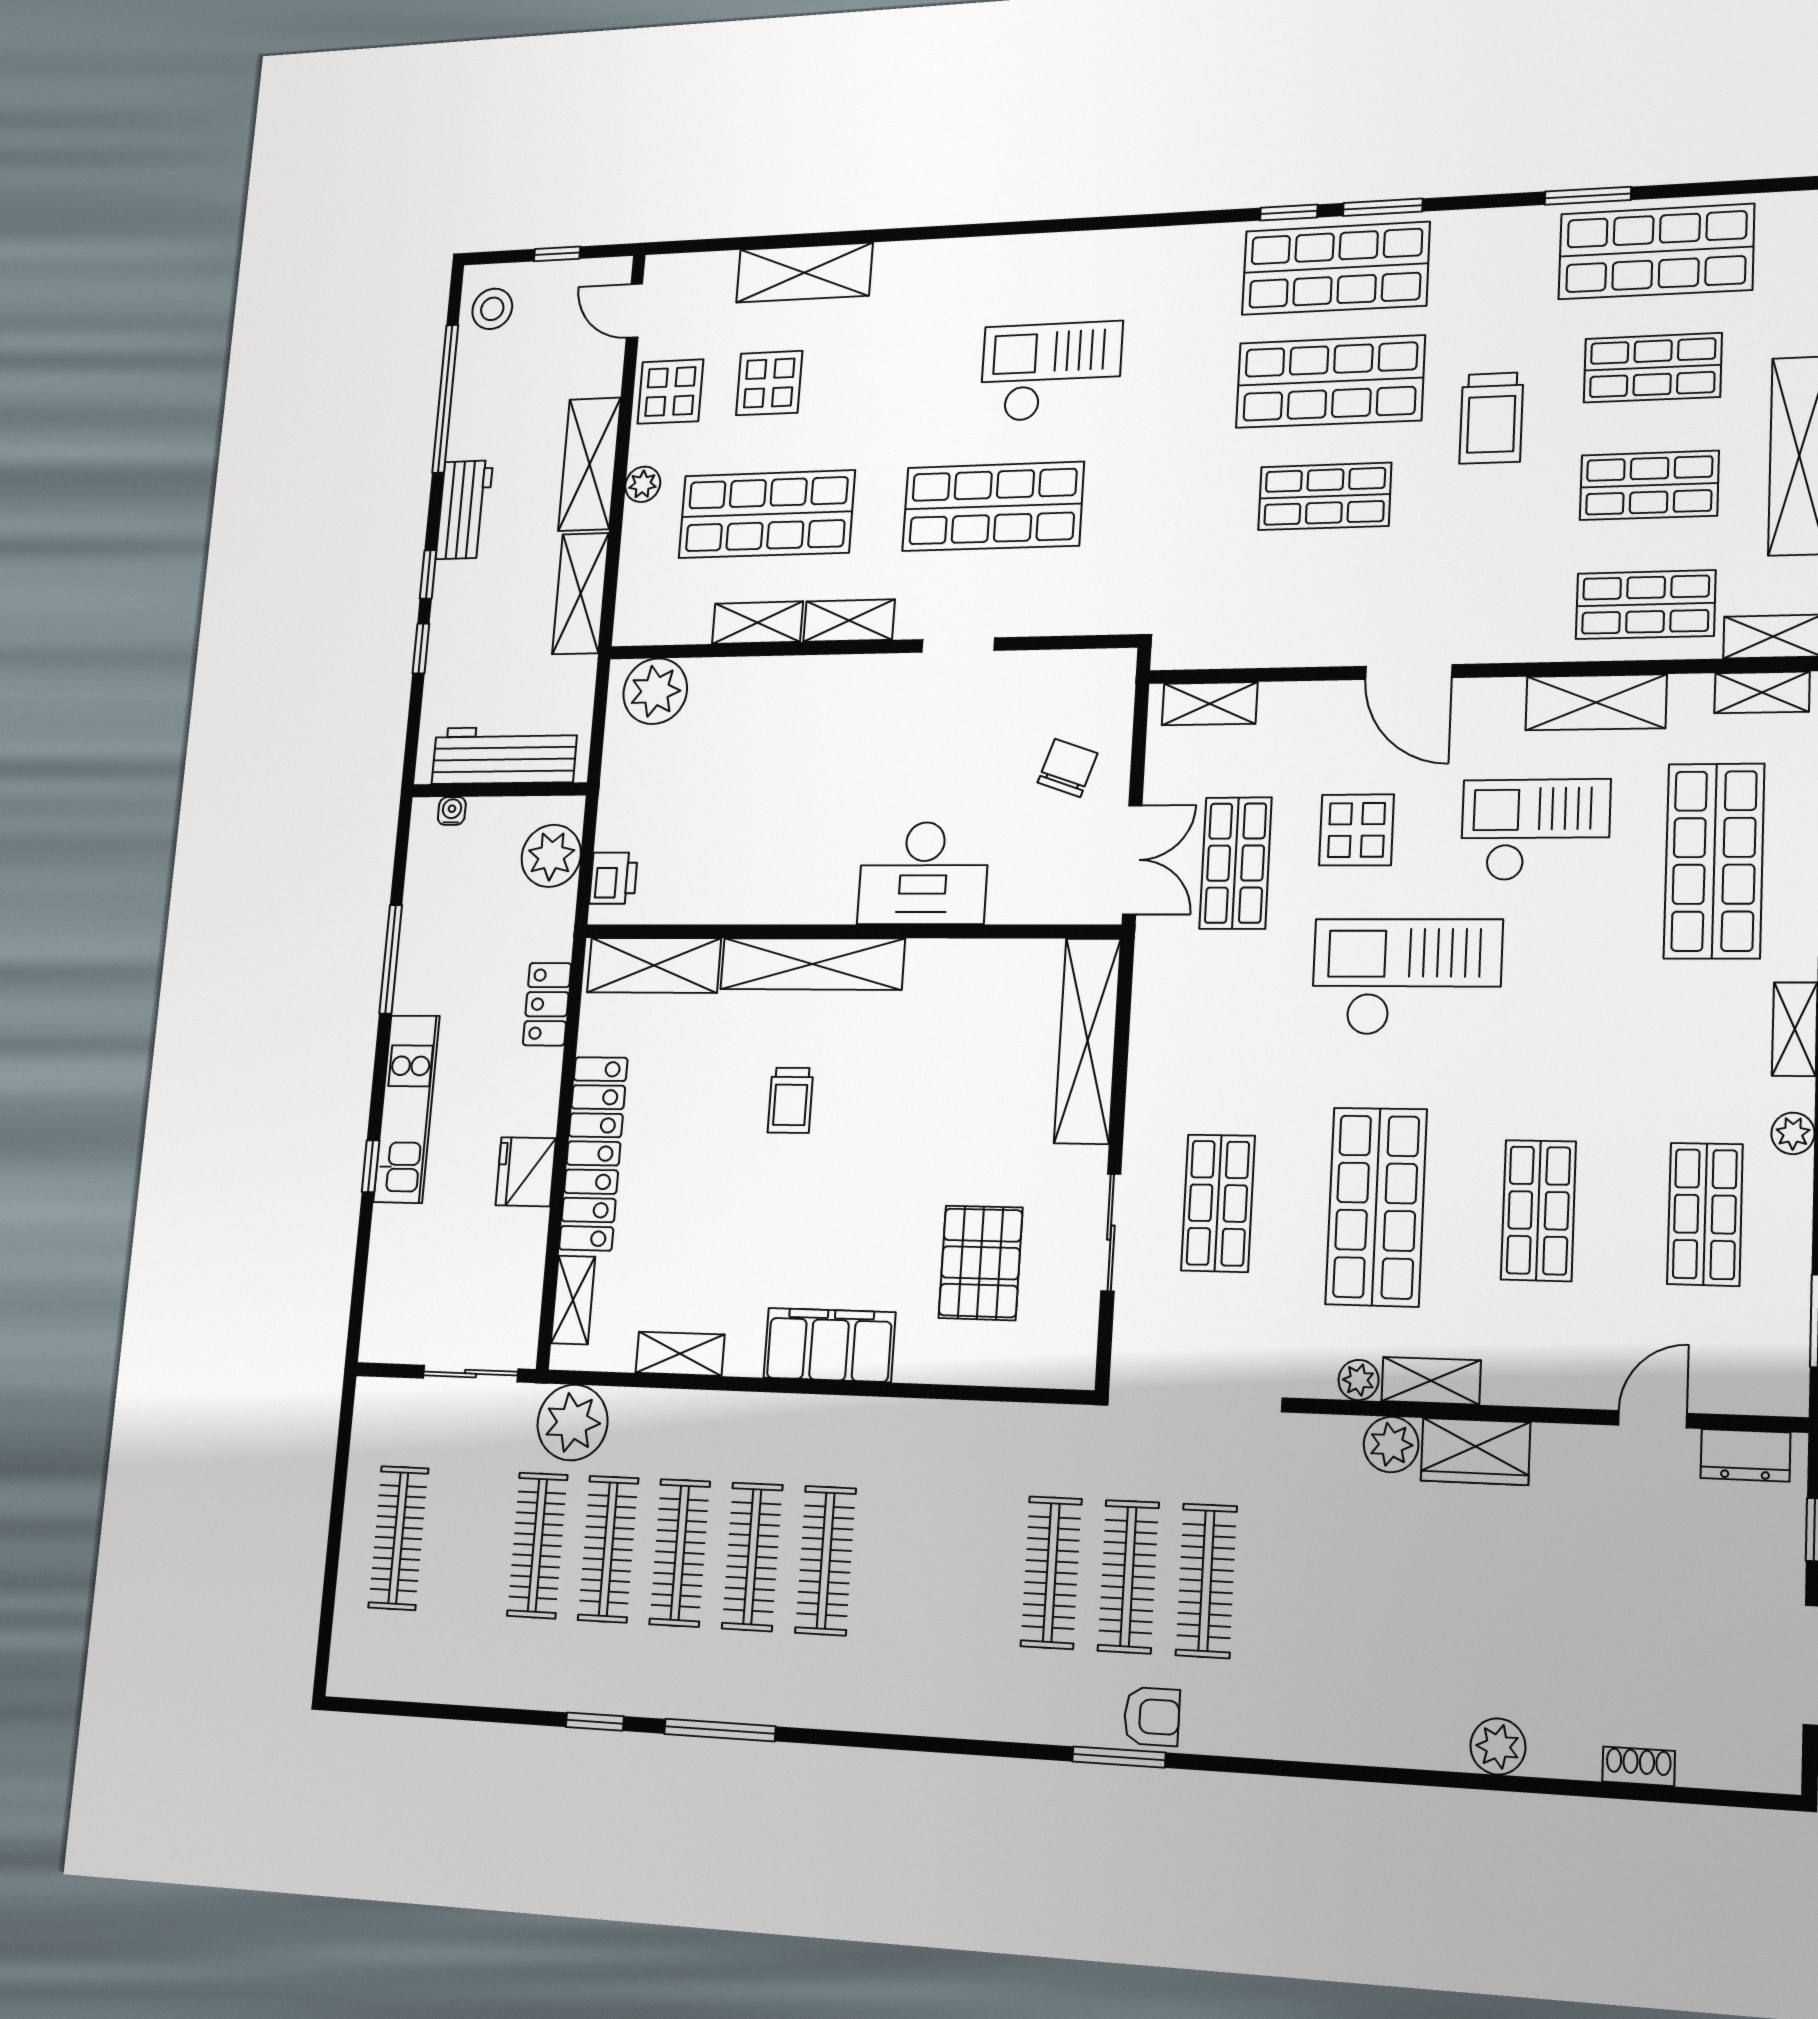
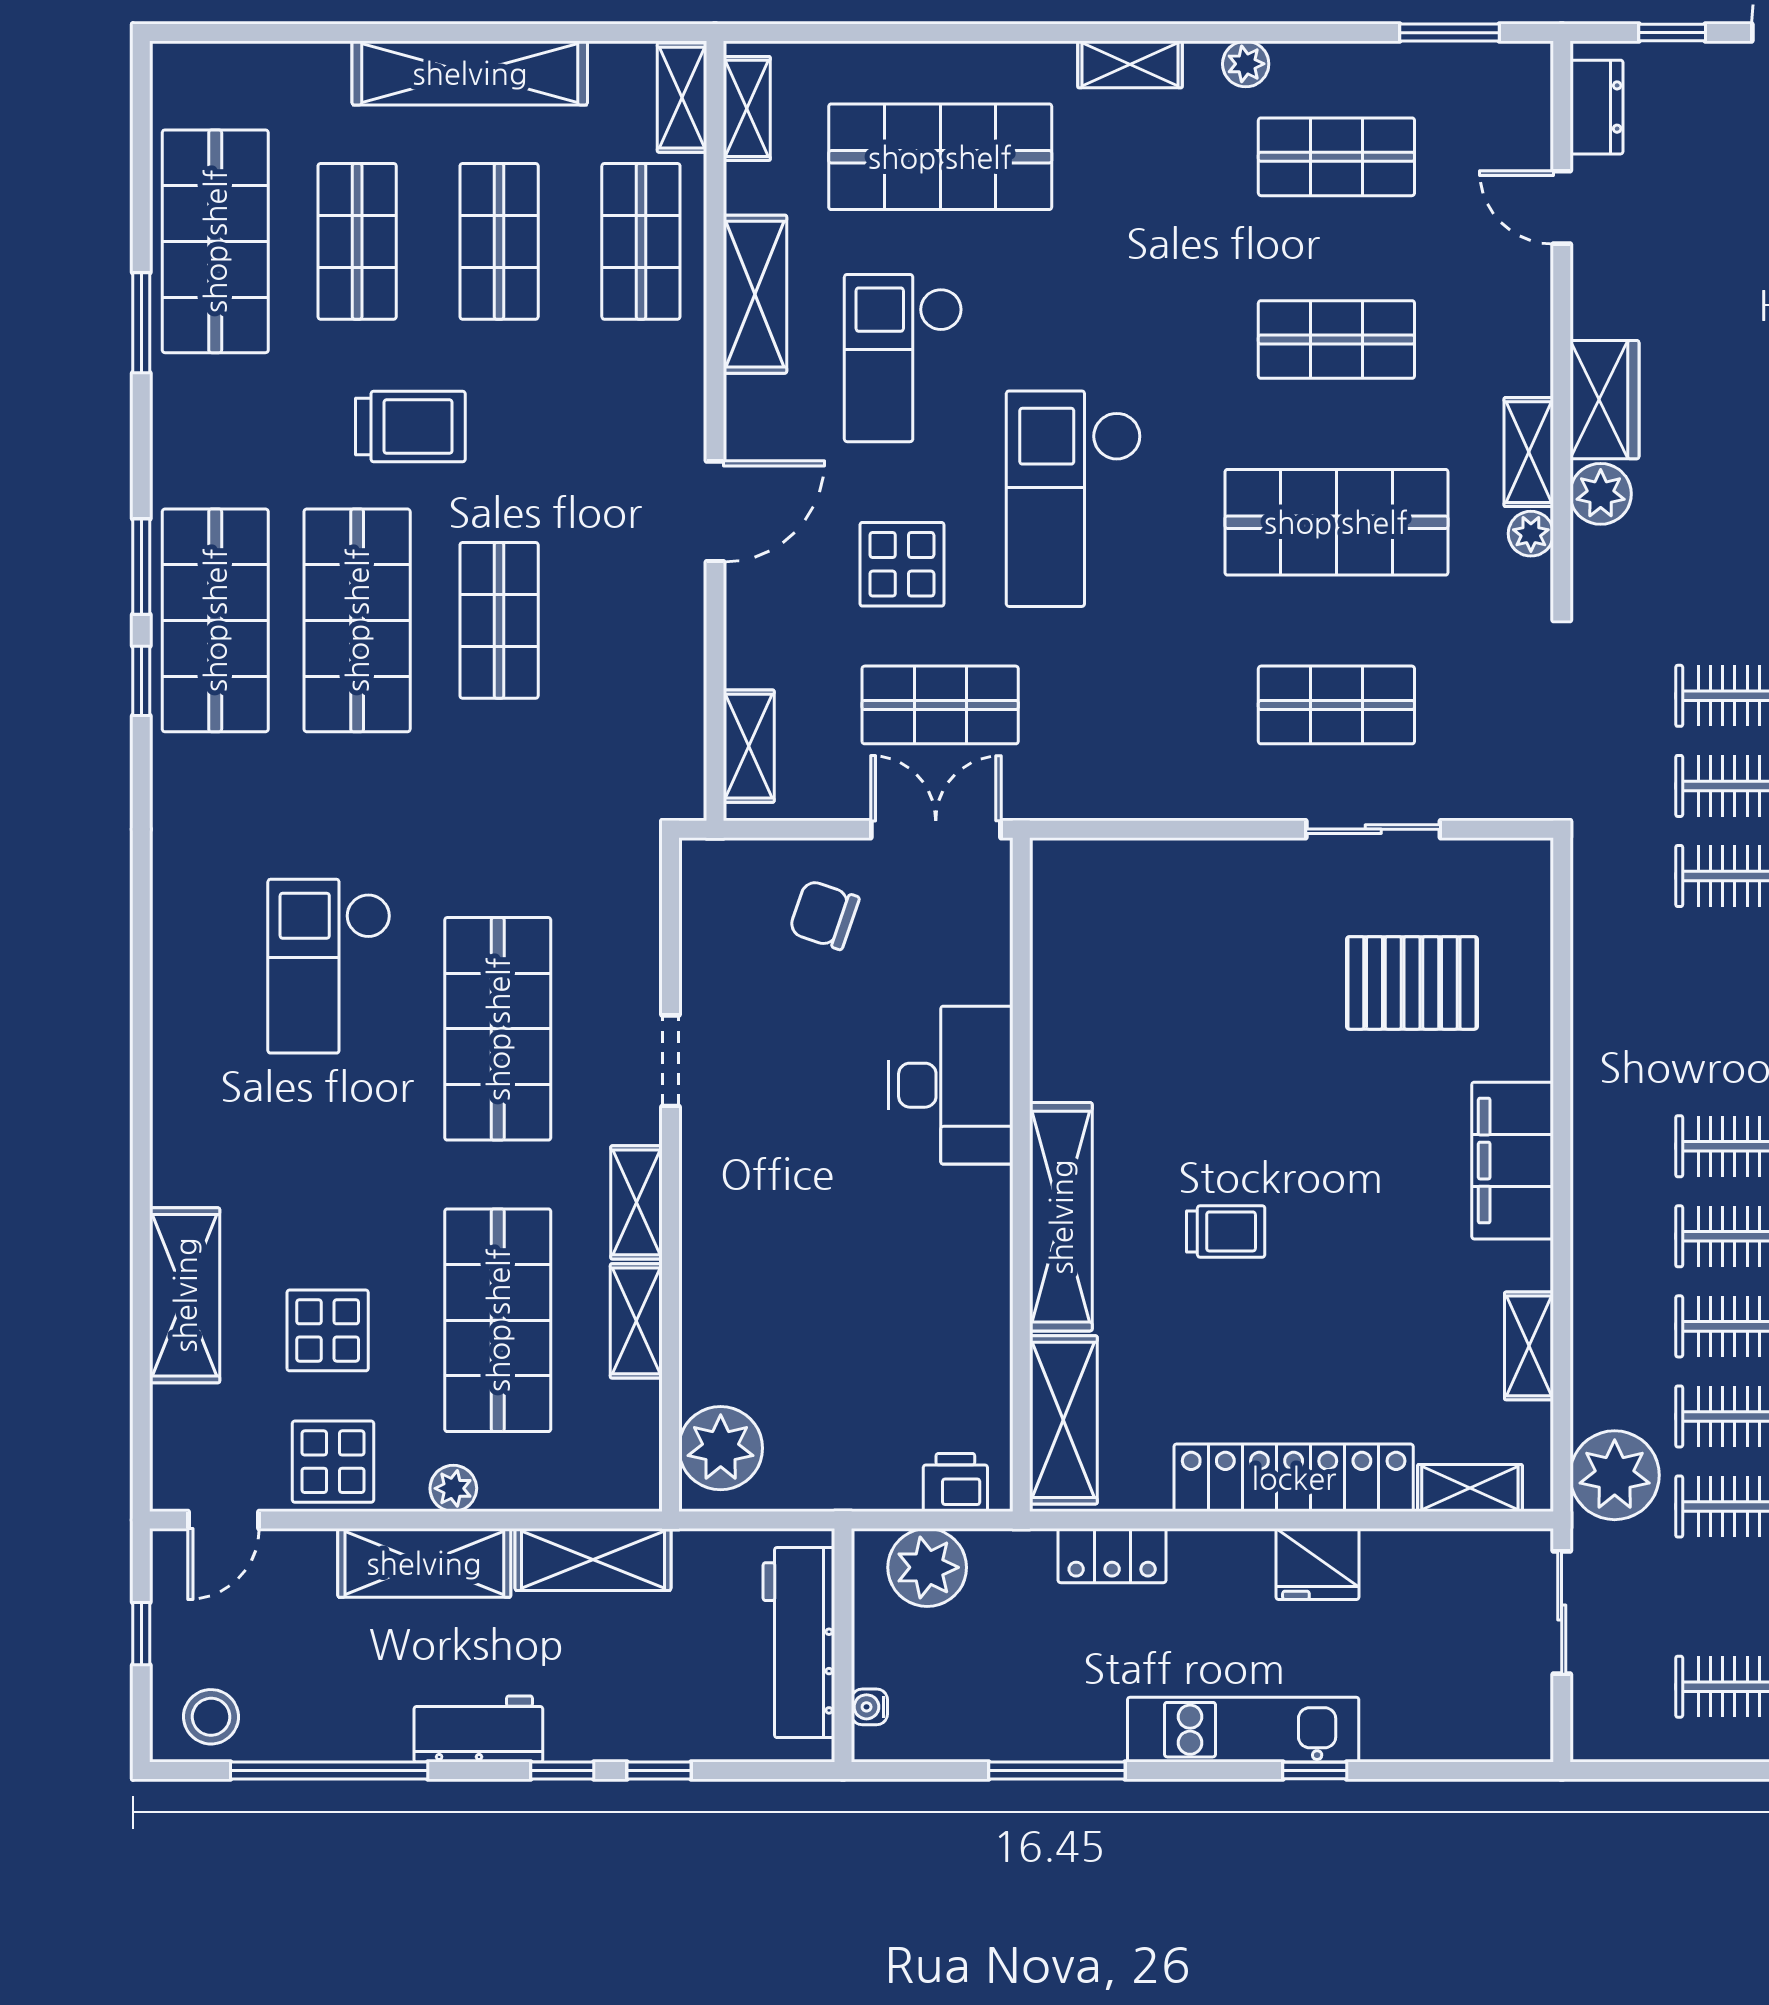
shelving: (1087, 1041) -> (1151, 870), removed

